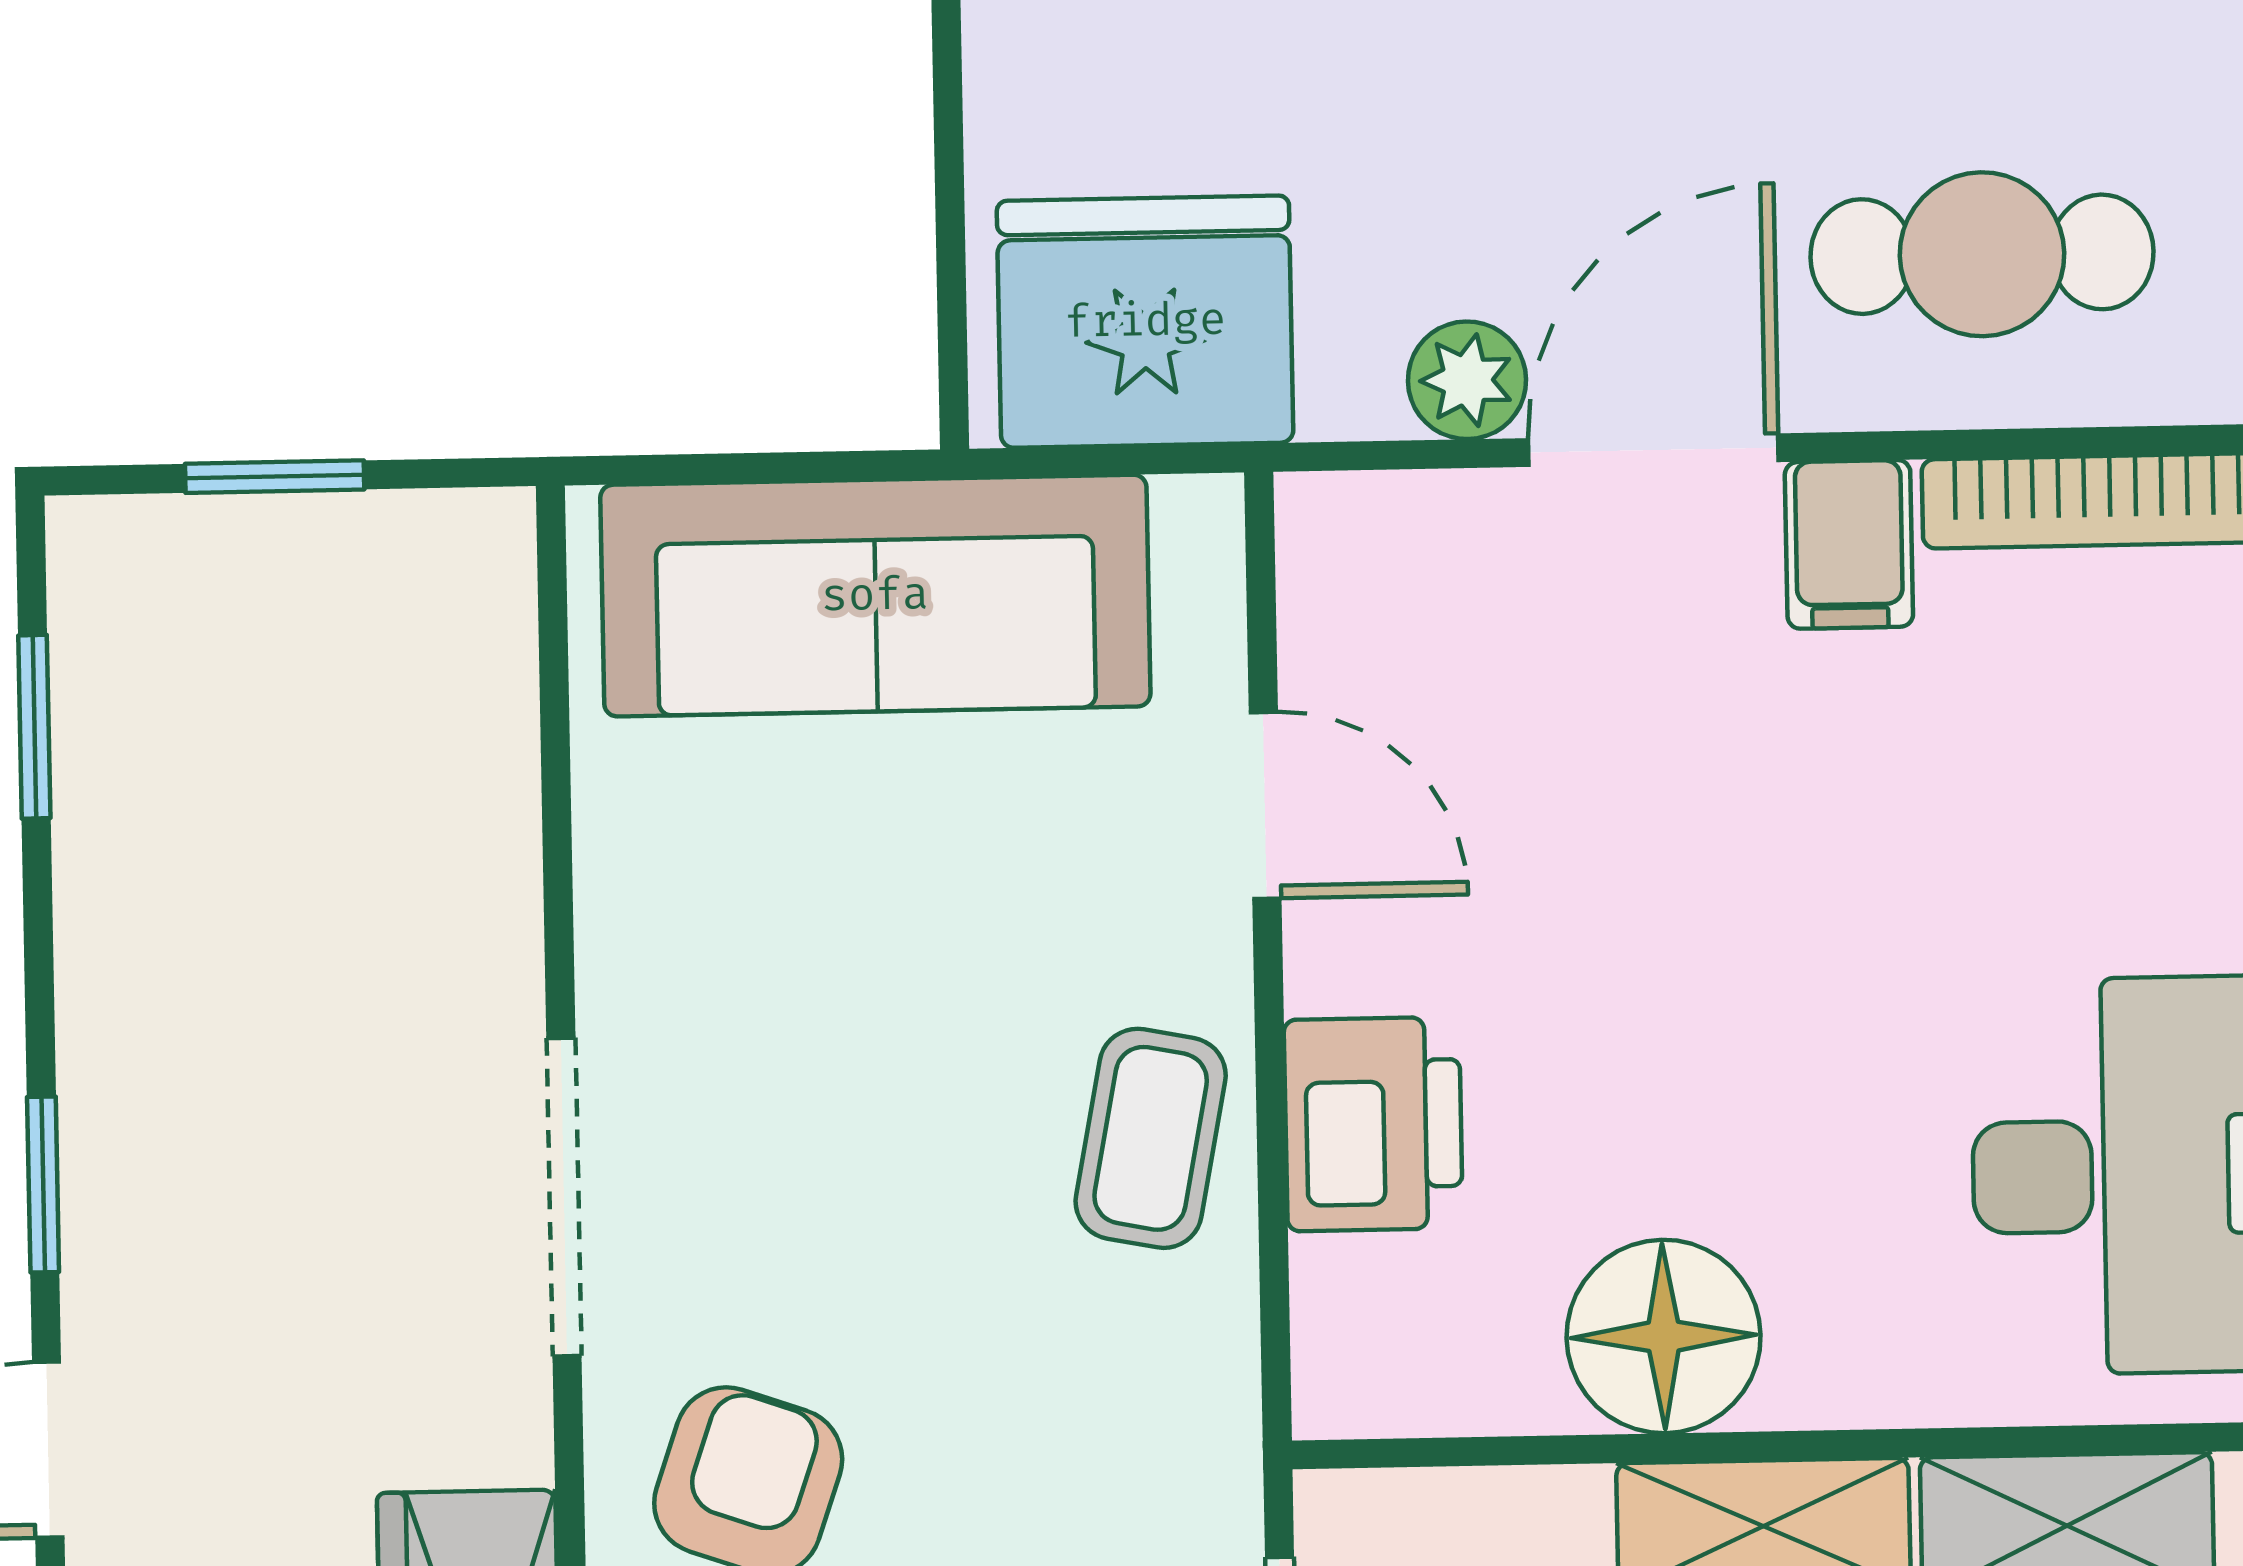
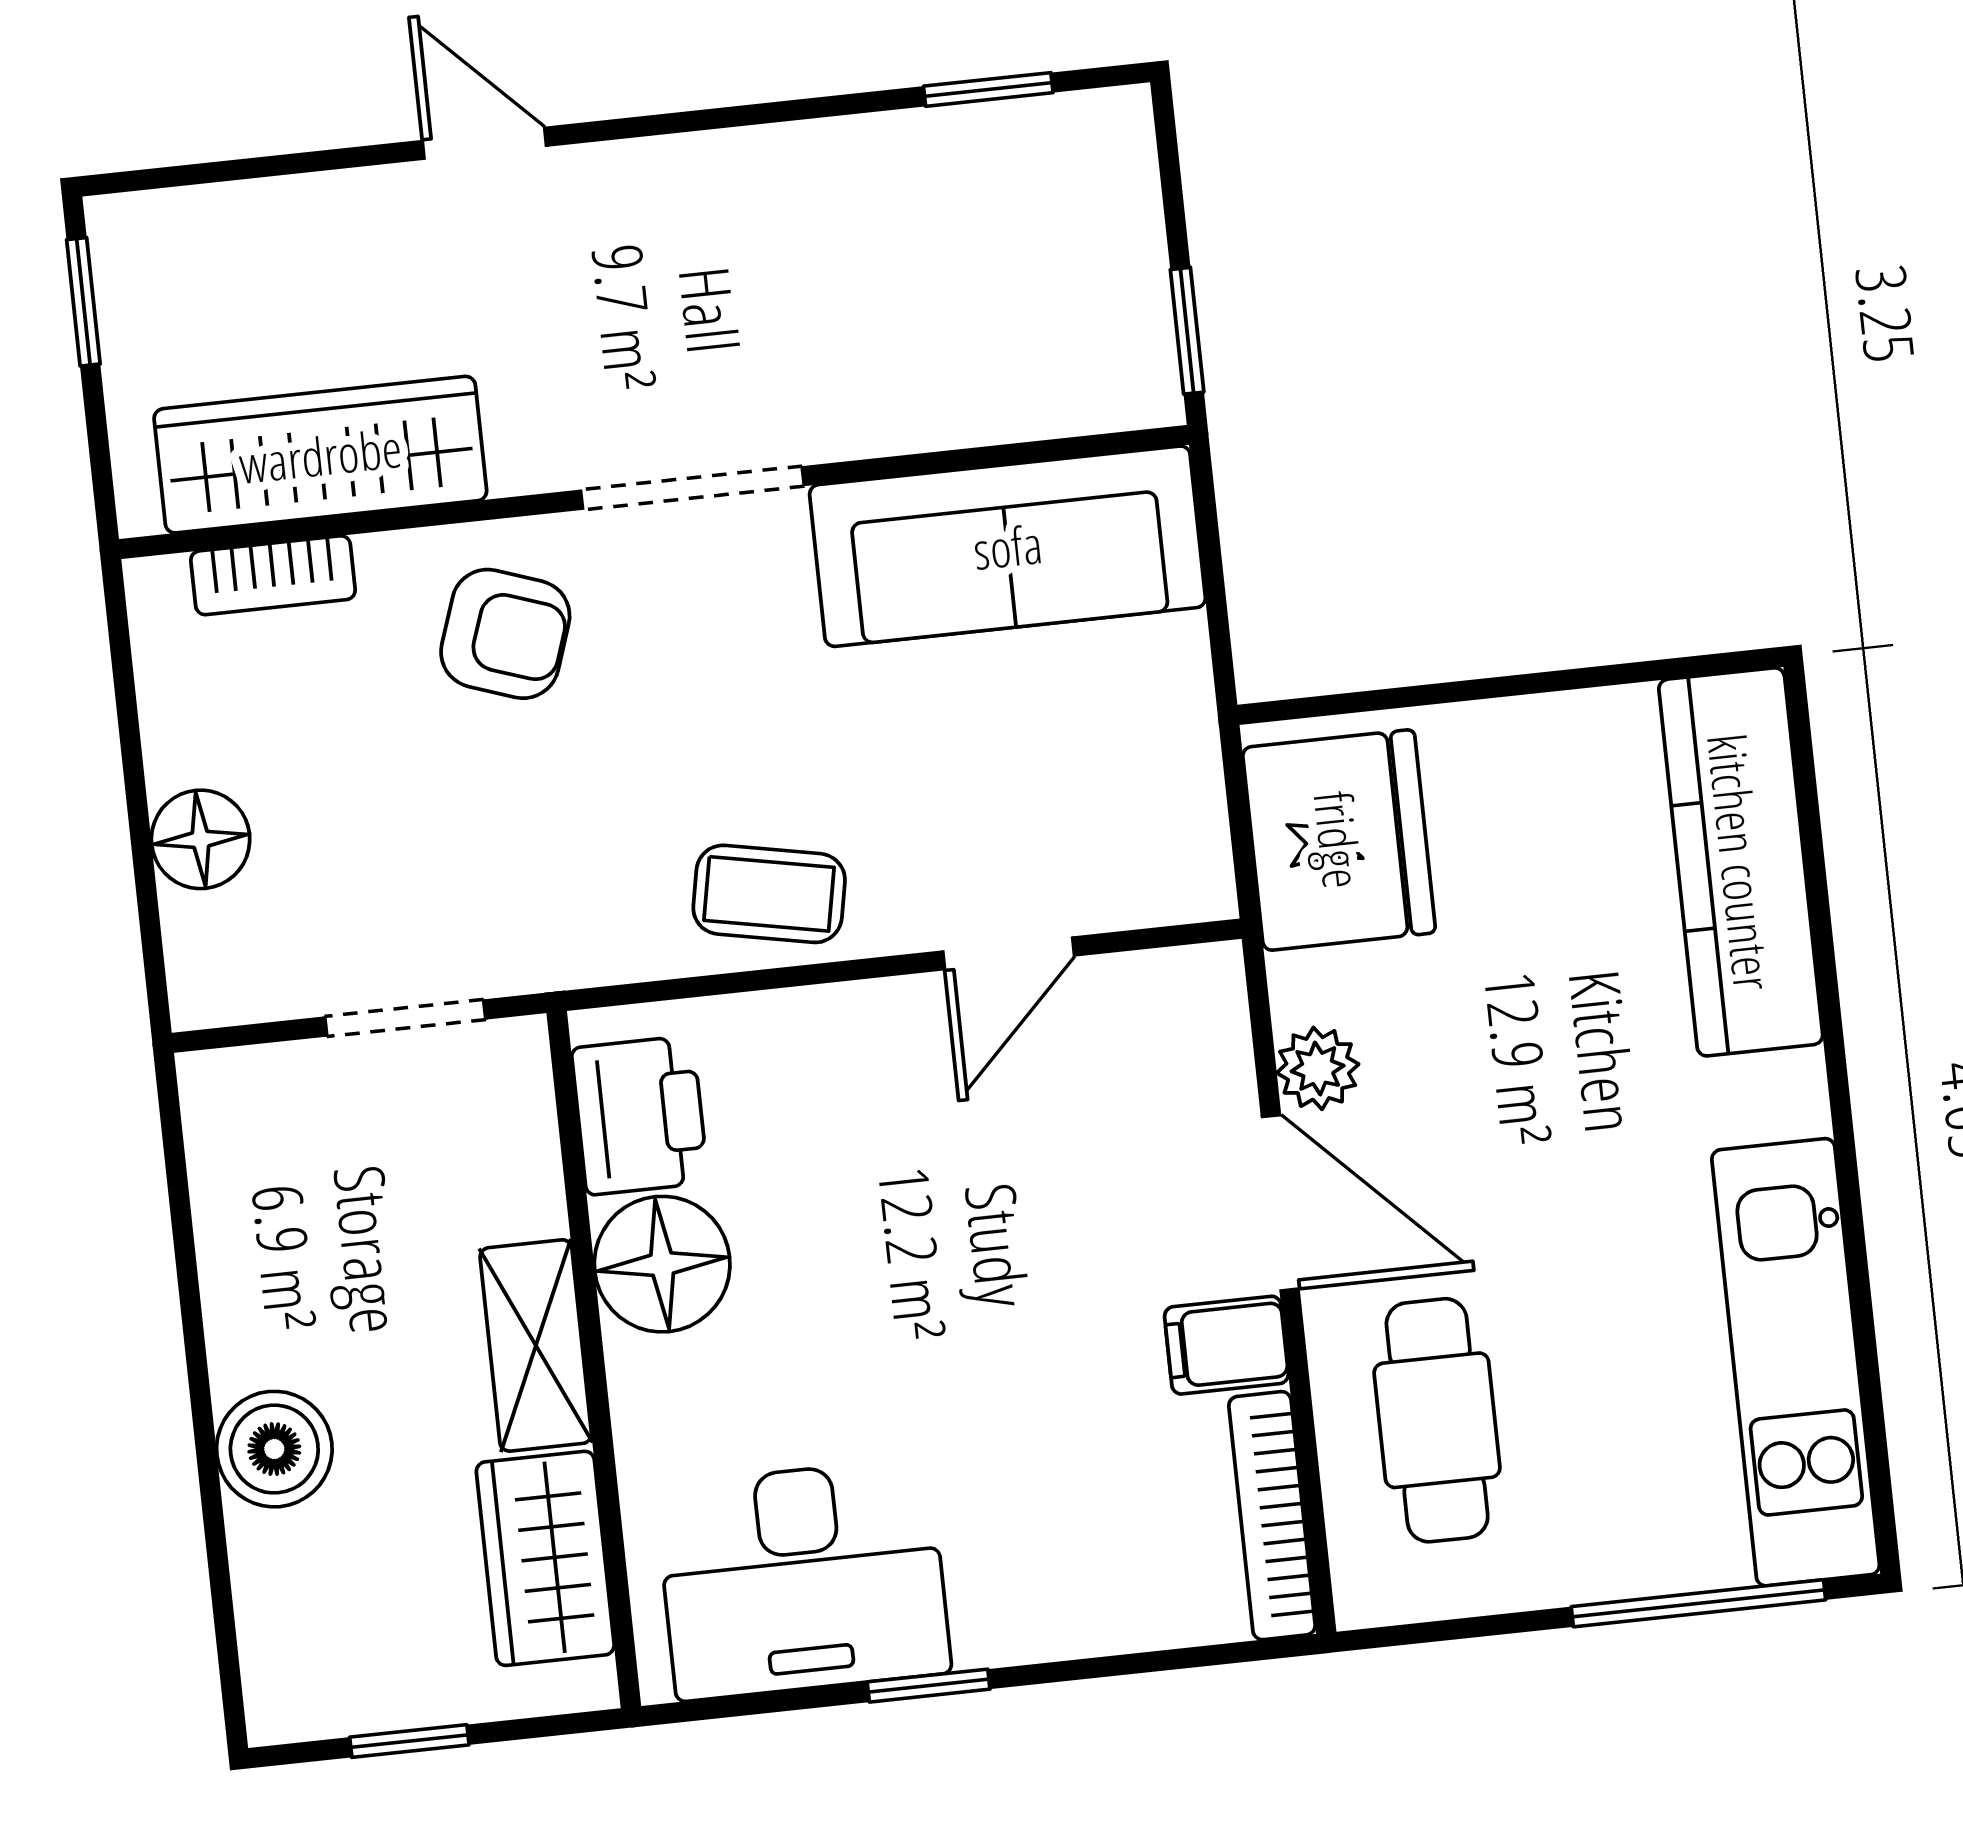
window: (275, 477) -> (1187, 331), moved
sofa: (875, 596) -> (1008, 546), moved, turned -90
printer: (1373, 1124) -> (640, 1115), moved, turned -90
window: (43, 1185) -> (669, 124), removed

